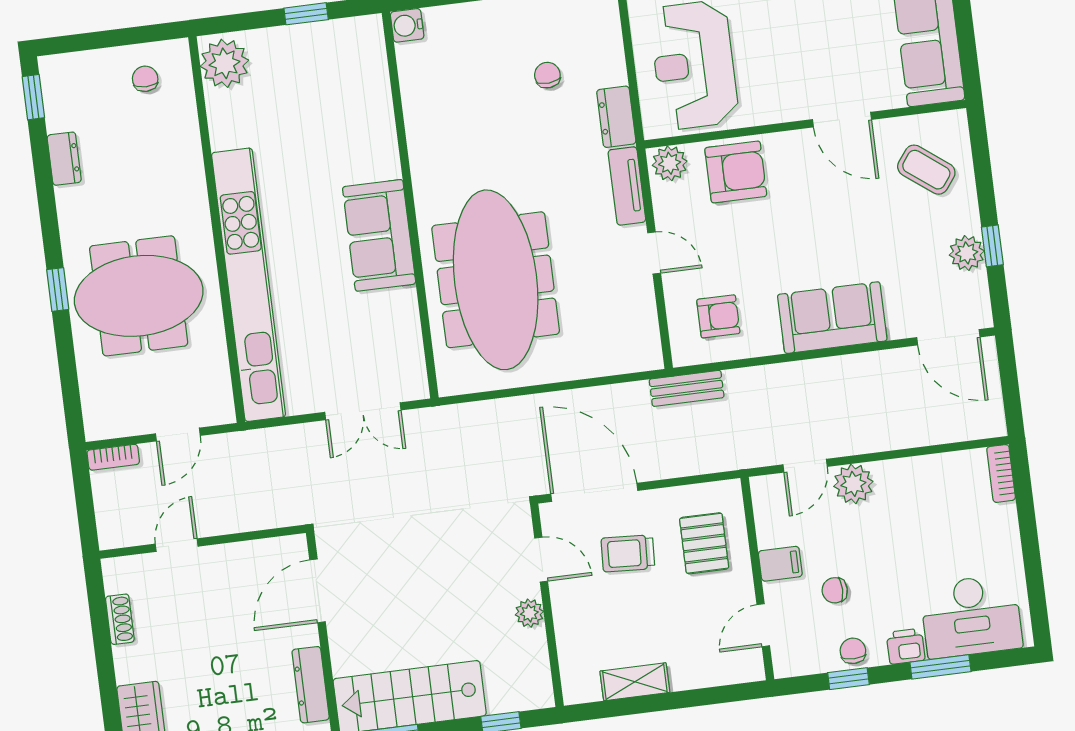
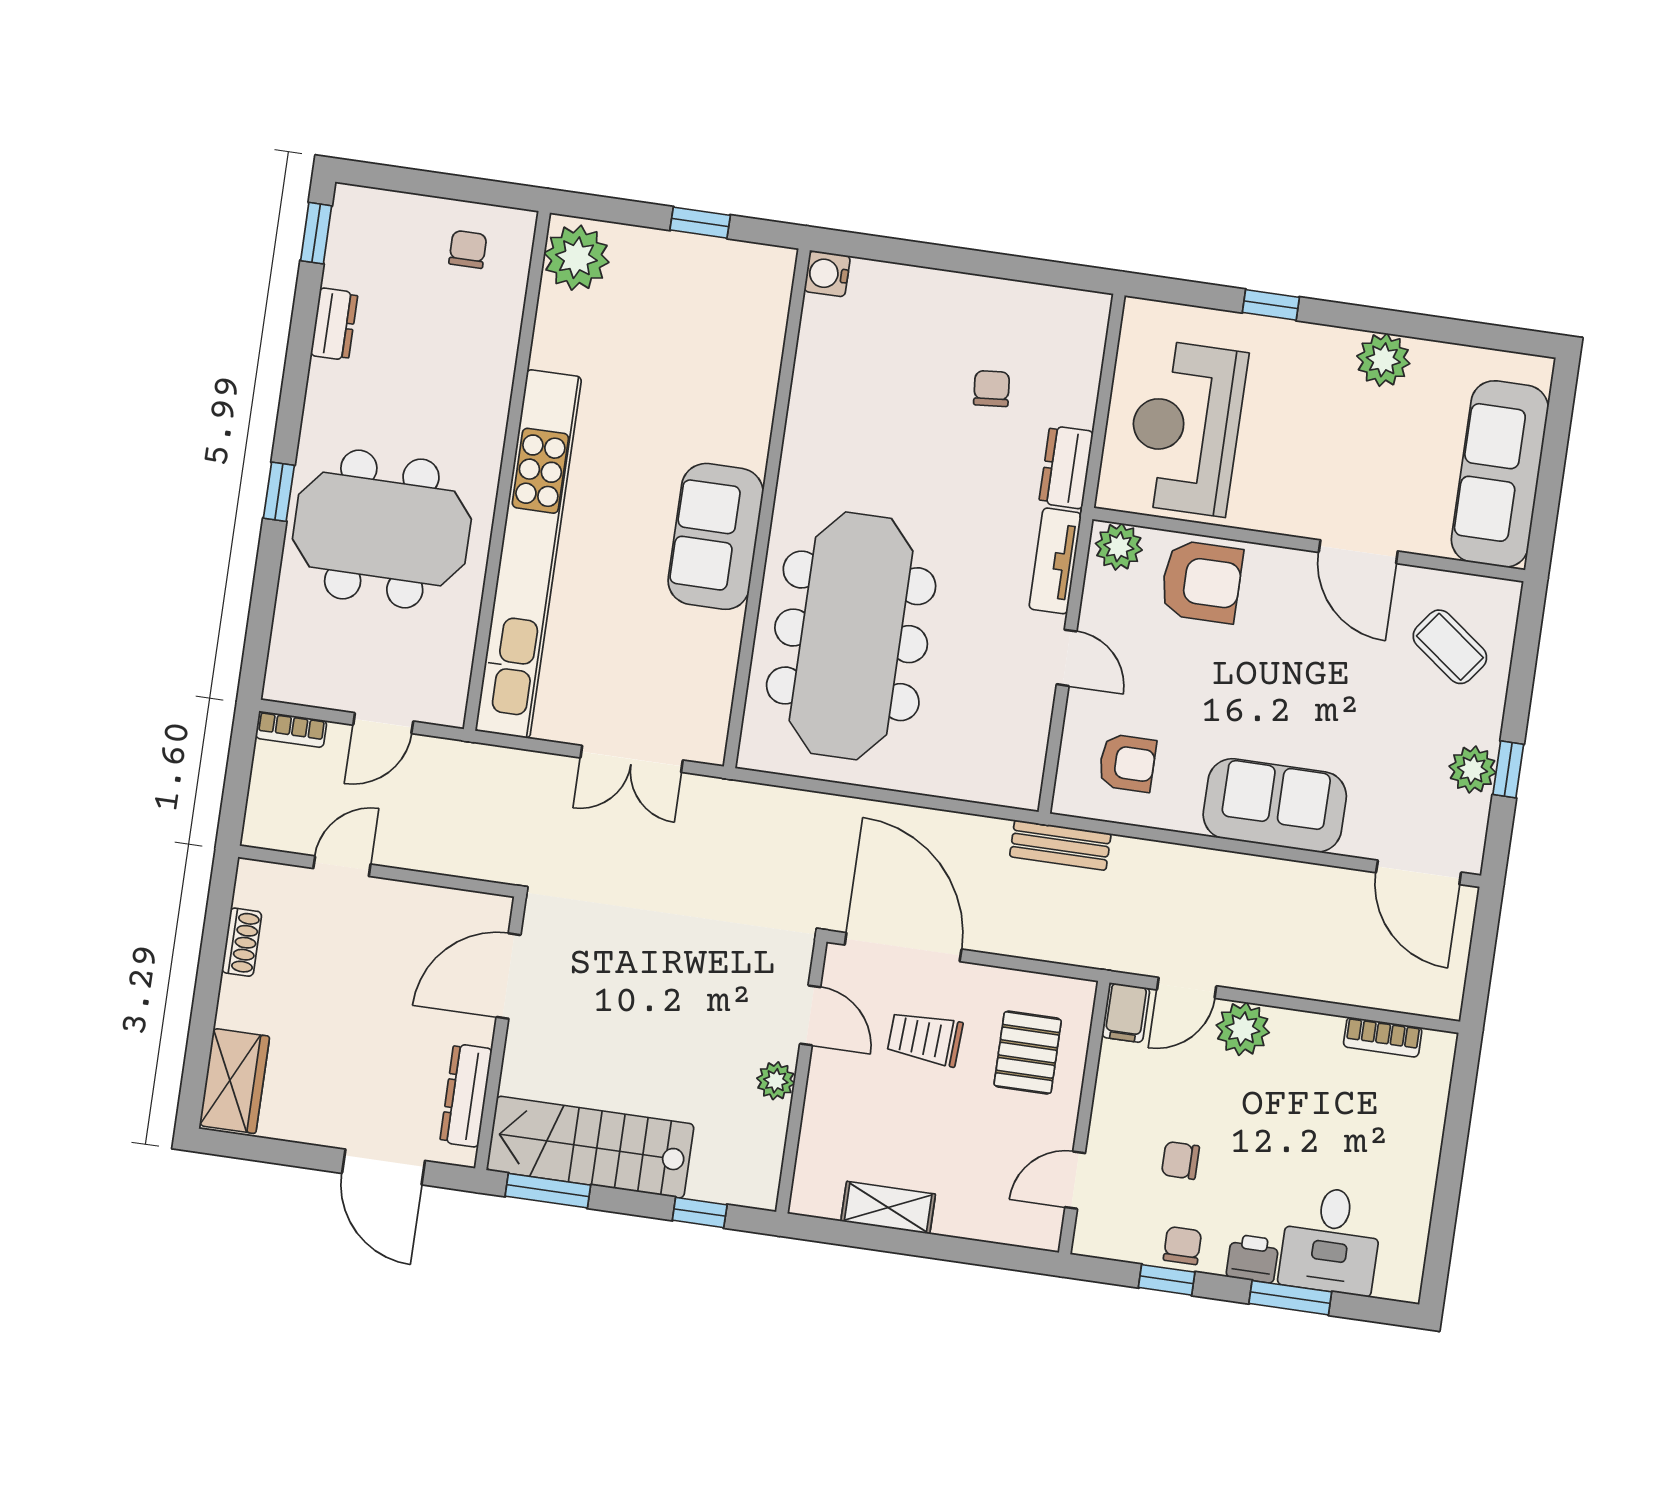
bookcase: (1001, 473) -> (1383, 1037), moved, turned -90
filing cabinet: (780, 564) -> (1126, 1013), moved, turned 90
desk: (971, 616) -> (1331, 1240), width x0.73

